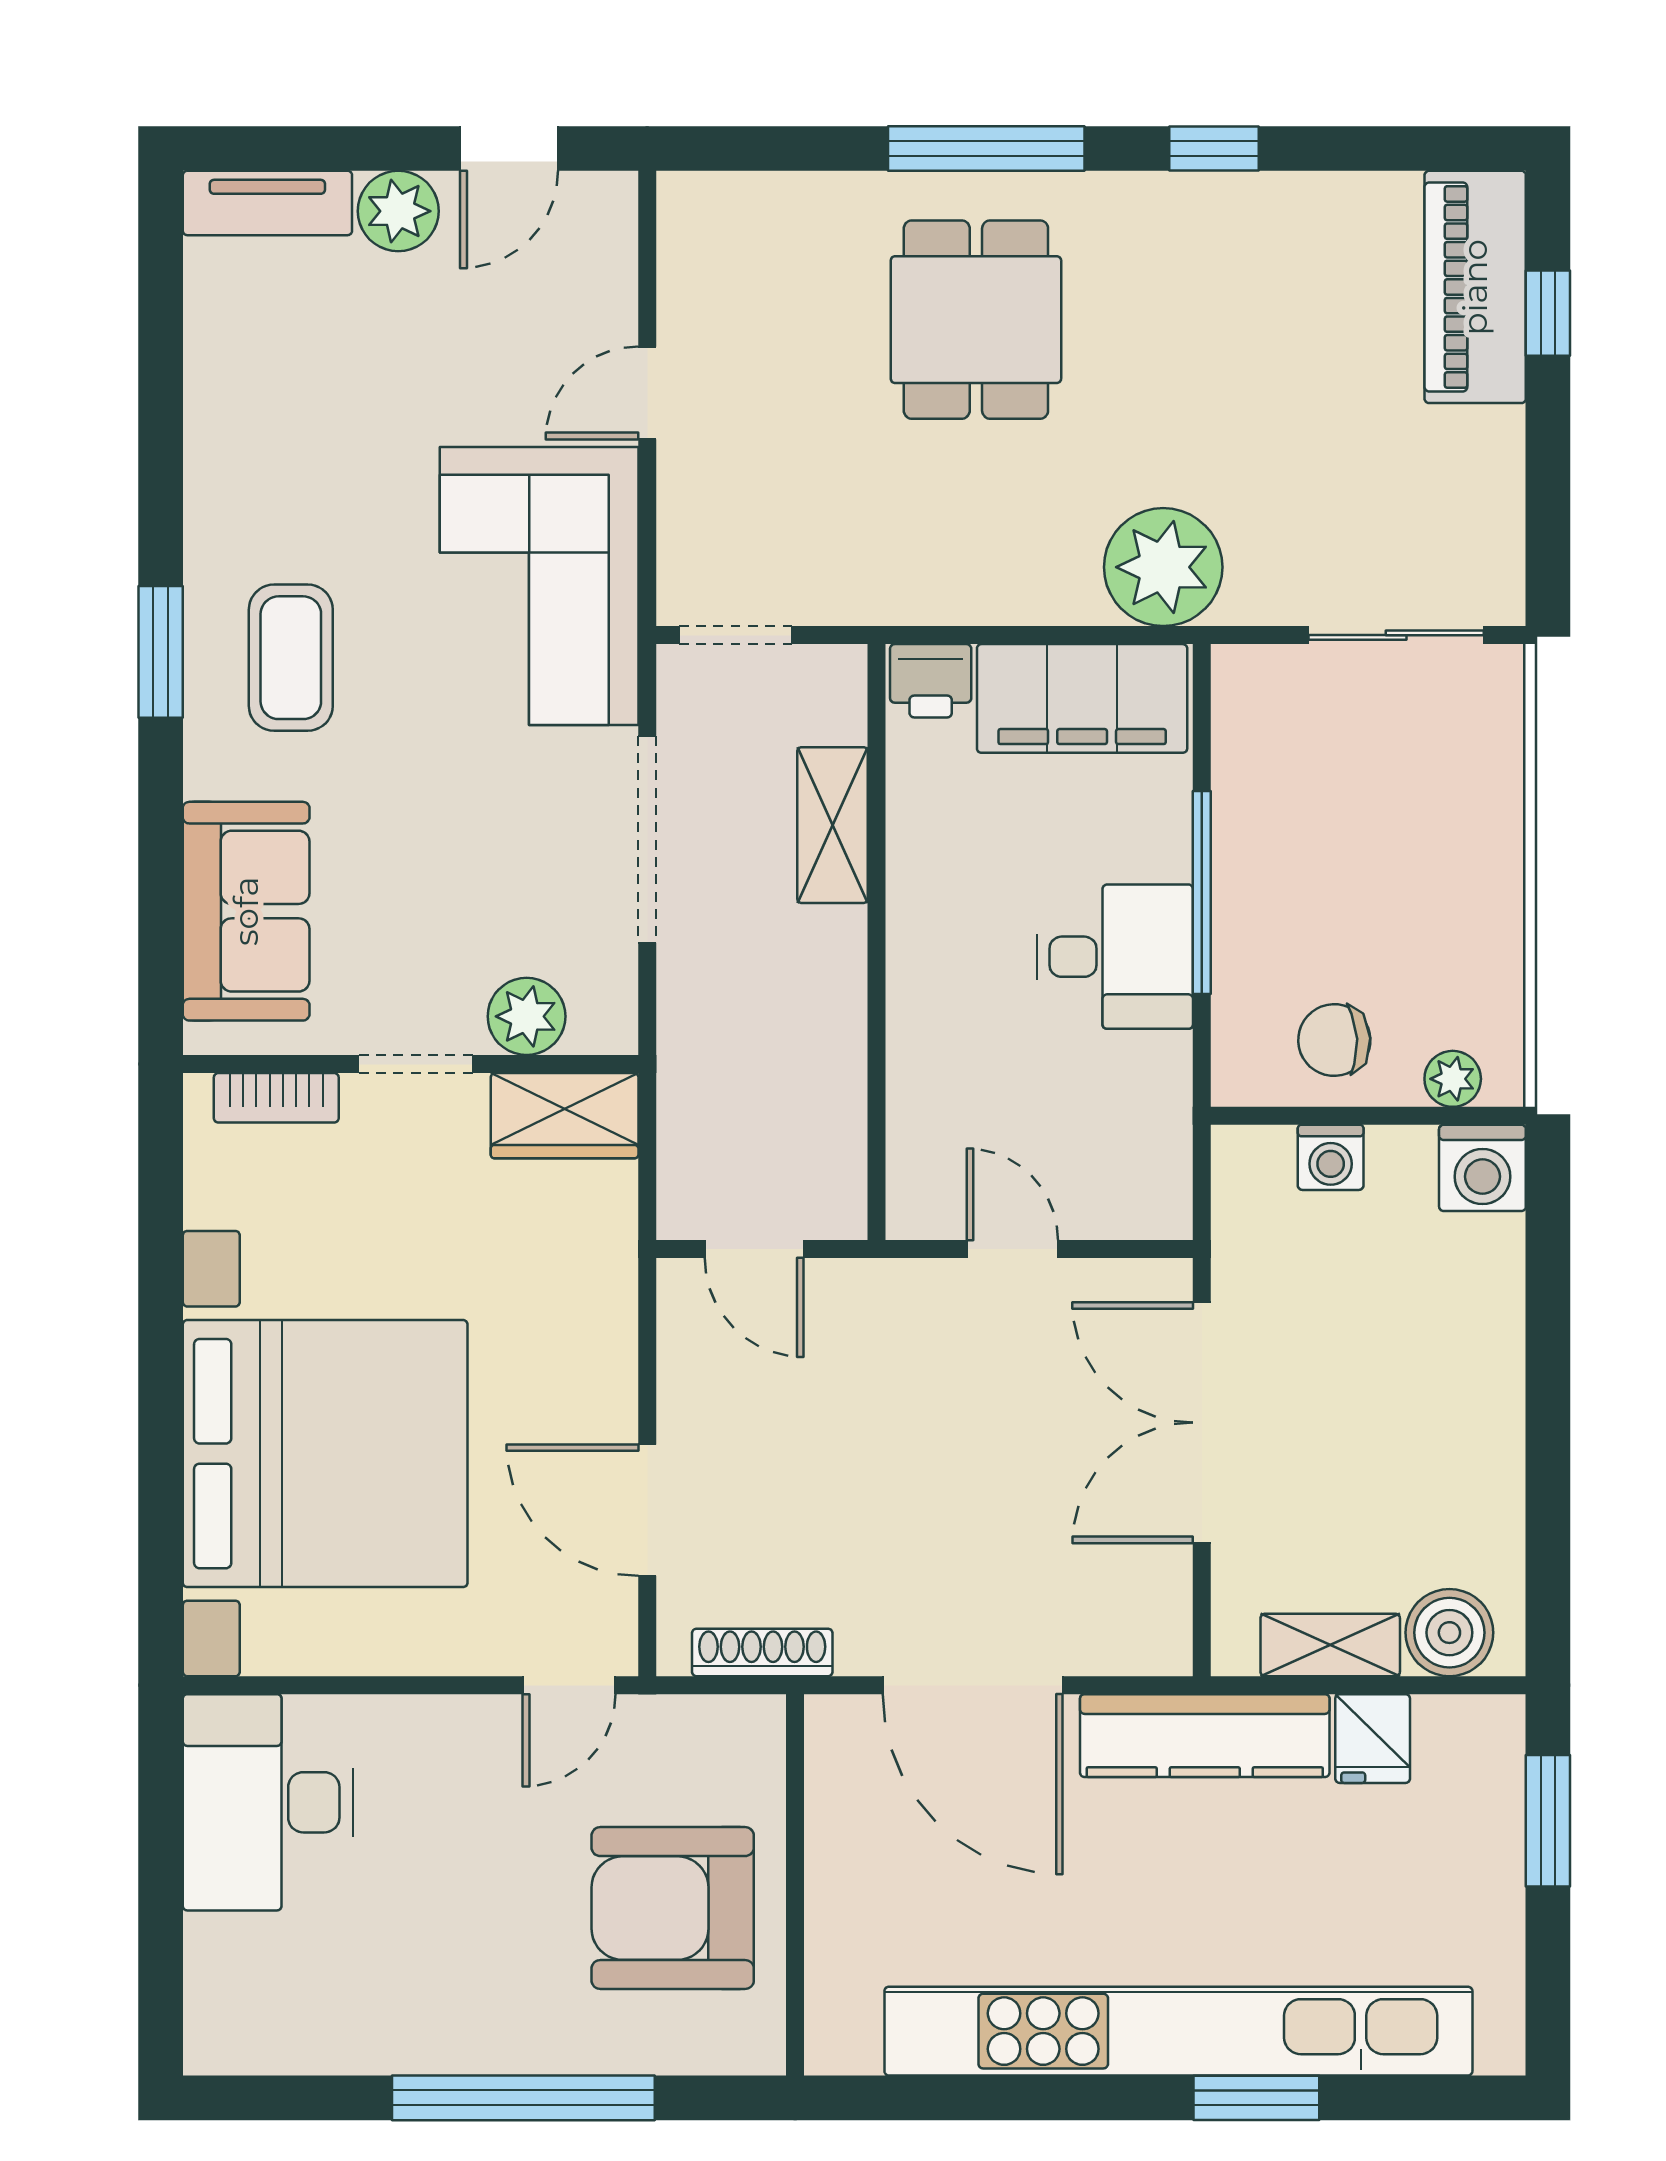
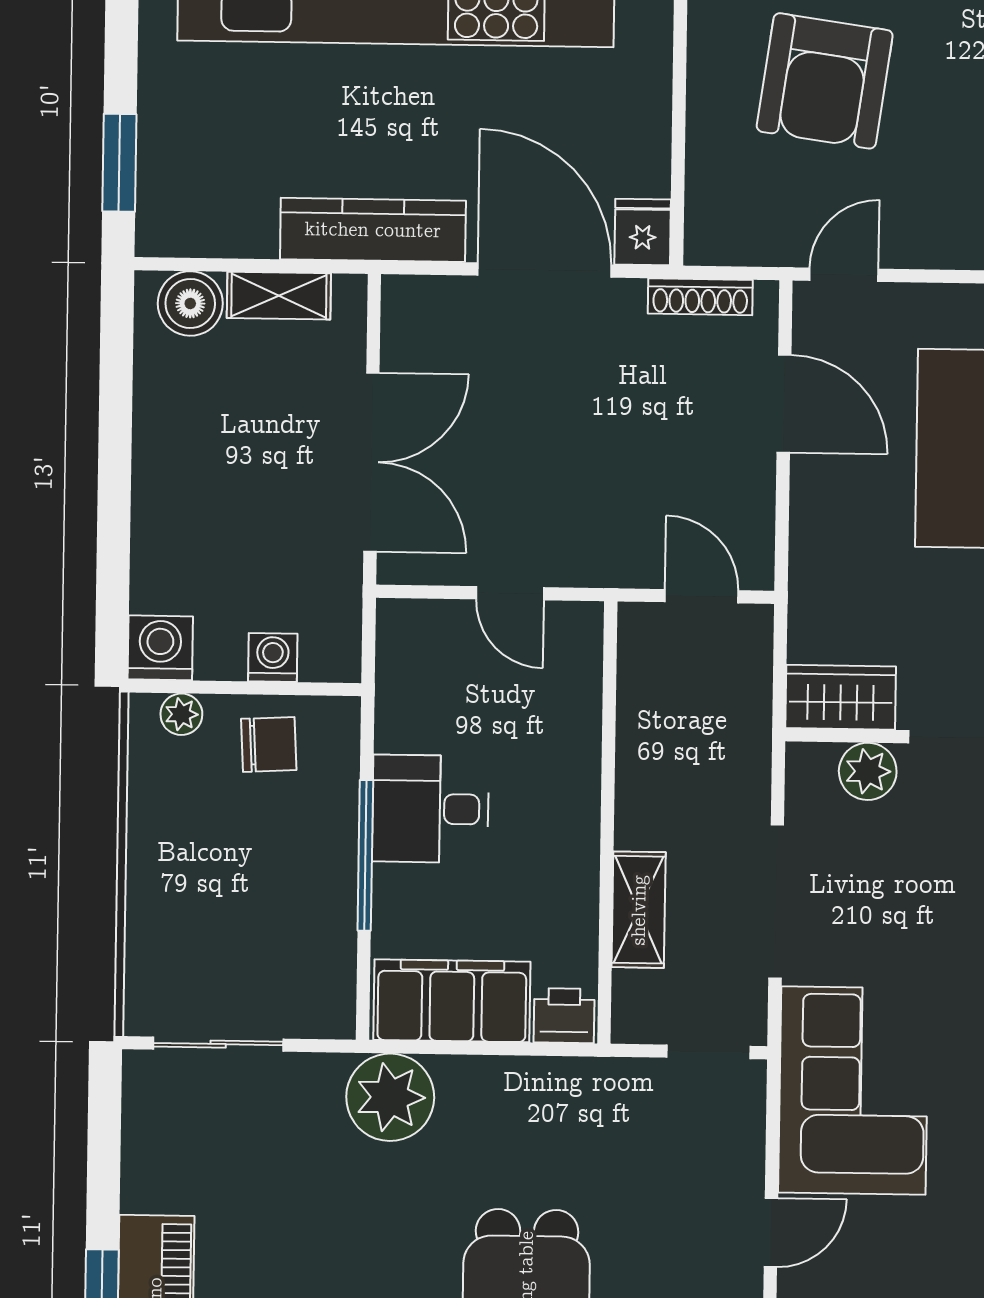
fridge: (1373, 1739) -> (643, 232), moved
armchair: (673, 1908) -> (825, 81), moved, turned 98

